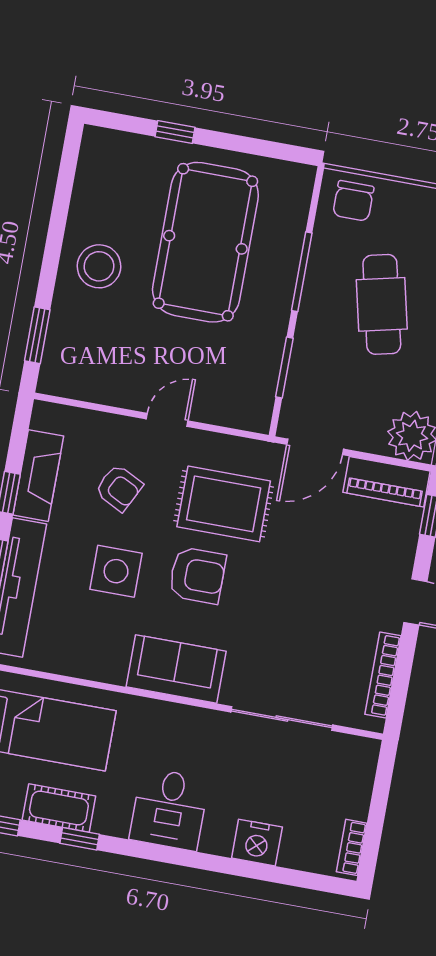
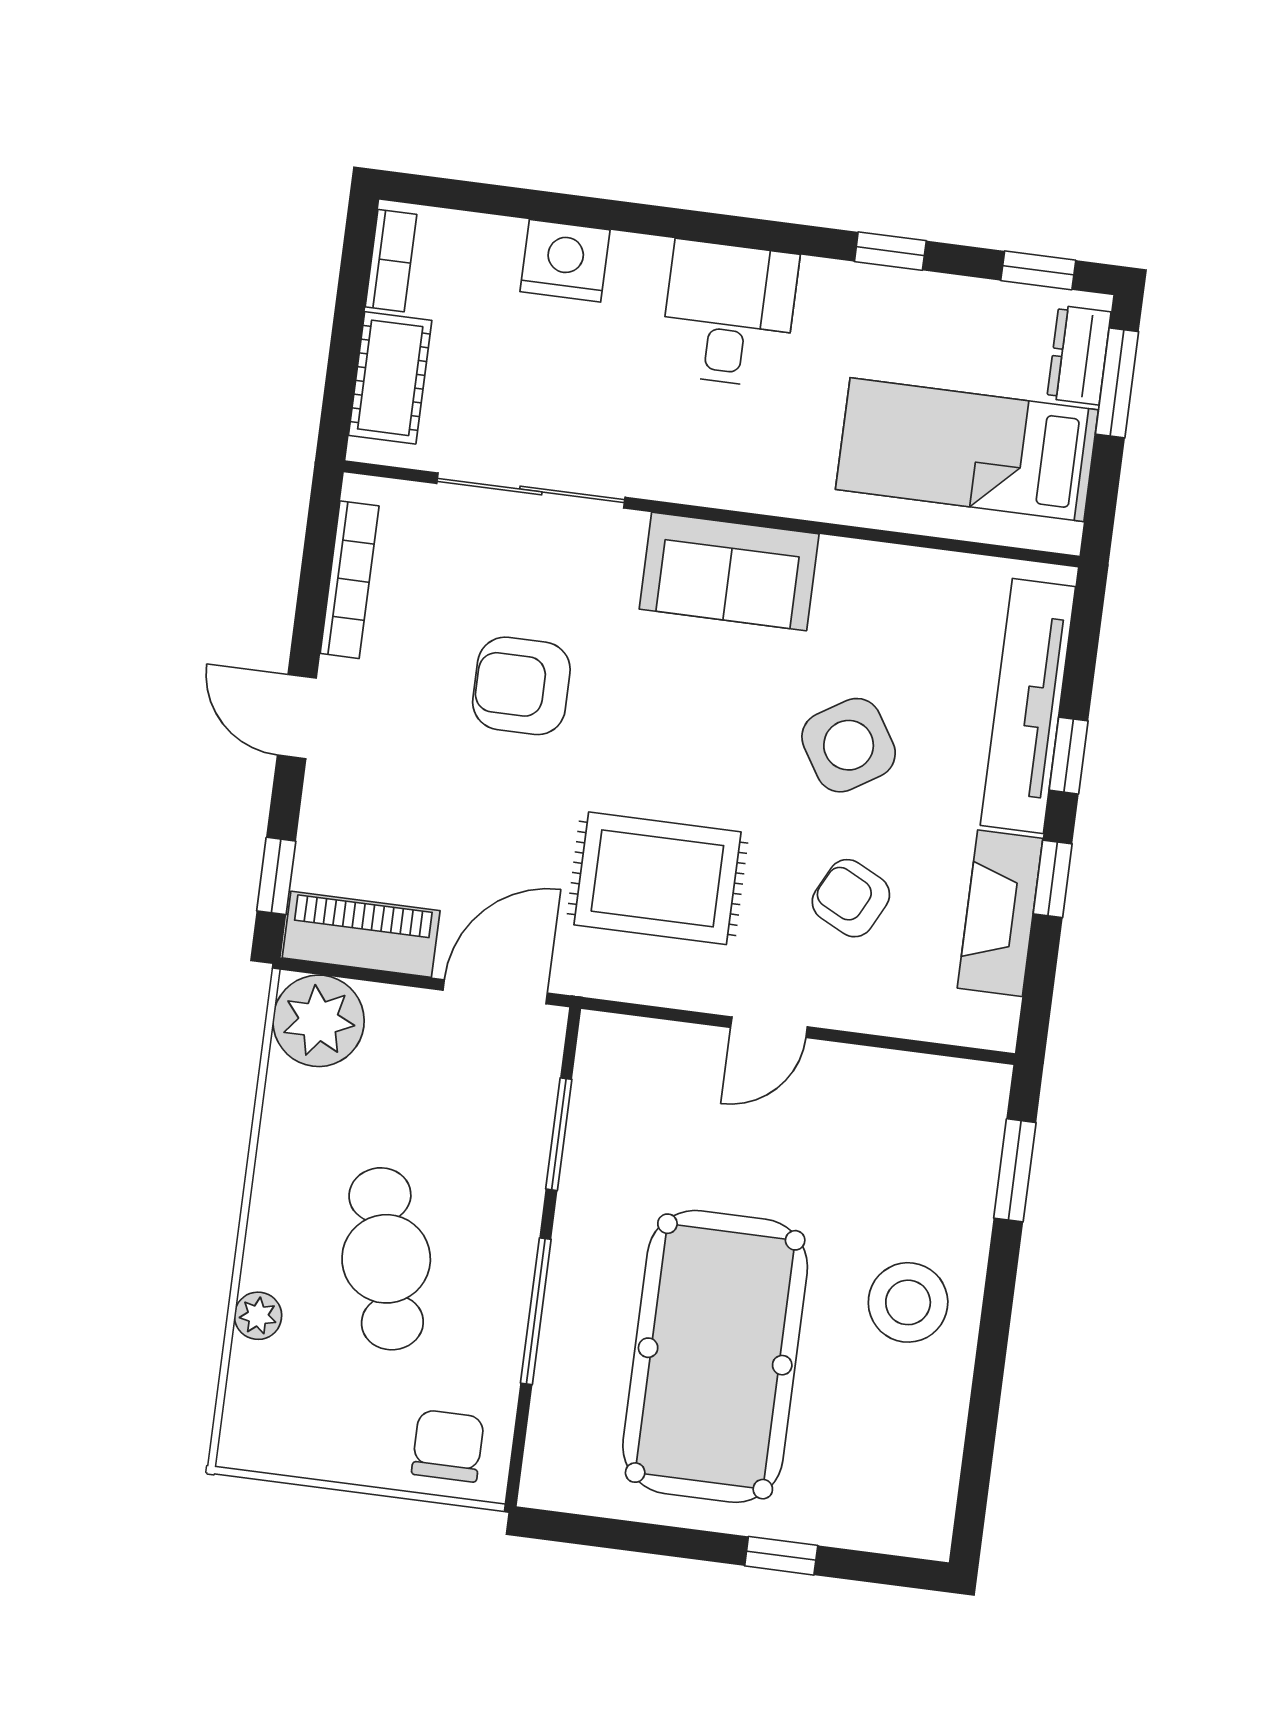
side table: (116, 571) -> (849, 745), turned -32
armchair: (197, 575) -> (521, 686), moved
cot: (59, 808) -> (390, 378), moved, turned 90

